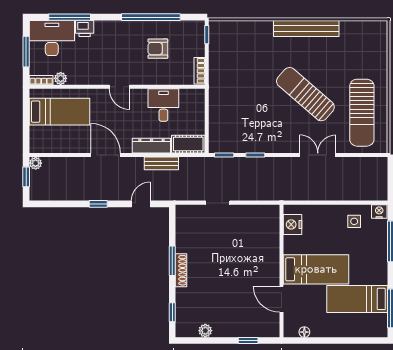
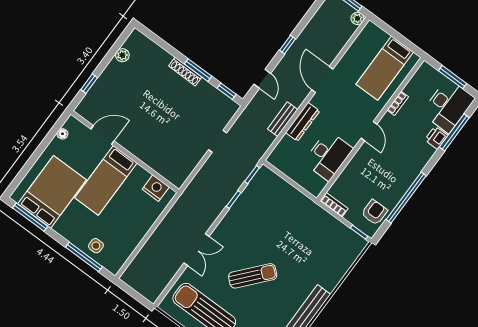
armchair: (158, 49) -> (374, 212), moved
plant: (61, 78) -> (411, 89), removed
bookcase: (41, 80) -> (398, 103), moved
door: (119, 87) -> (369, 131), swing flipped
sun lounger: (305, 94) -> (253, 276), width x0.73, depth x0.75
desk: (163, 105) -> (328, 156), width x1.37
cot: (188, 144) -> (282, 152), removed
door: (106, 155) -> (322, 80), swing flipped
nightstand: (379, 212) -> (115, 265), removed
side table: (354, 221) -> (96, 246), moved
bed: (357, 299) -> (52, 192), width x1.50
window: (172, 312) -> (227, 91), moved

